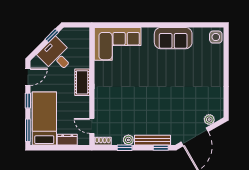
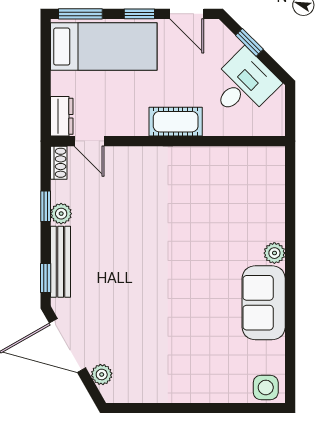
plant: (148, 33) -> (274, 253), added
window: (52, 36) -> (249, 42), moved
corner sofa: (118, 44) -> (252, 192), removed
desk: (56, 55) -> (243, 85), moved
door: (92, 126) -> (89, 141), swing flipped
dresser: (67, 140) -> (62, 116), moved

